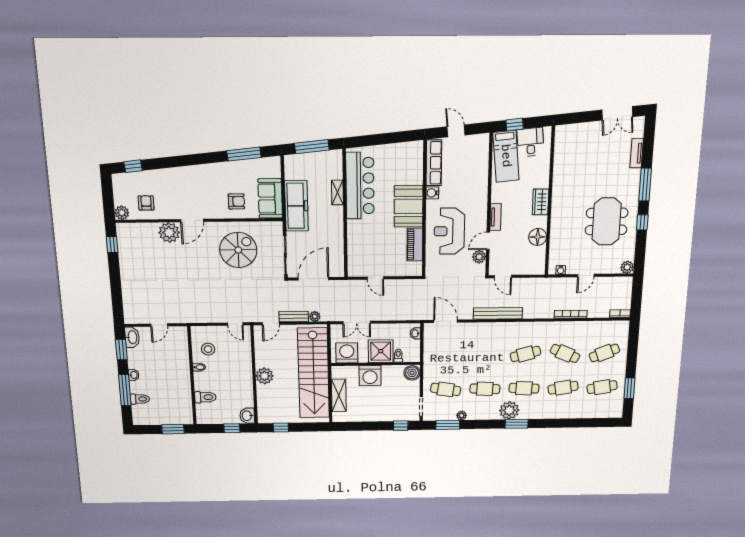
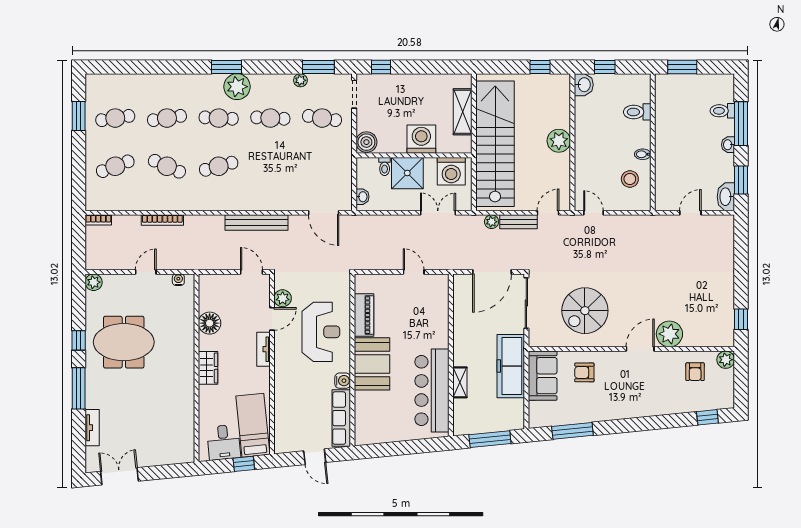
meeting table: (607, 221) -> (124, 342), turned 90

